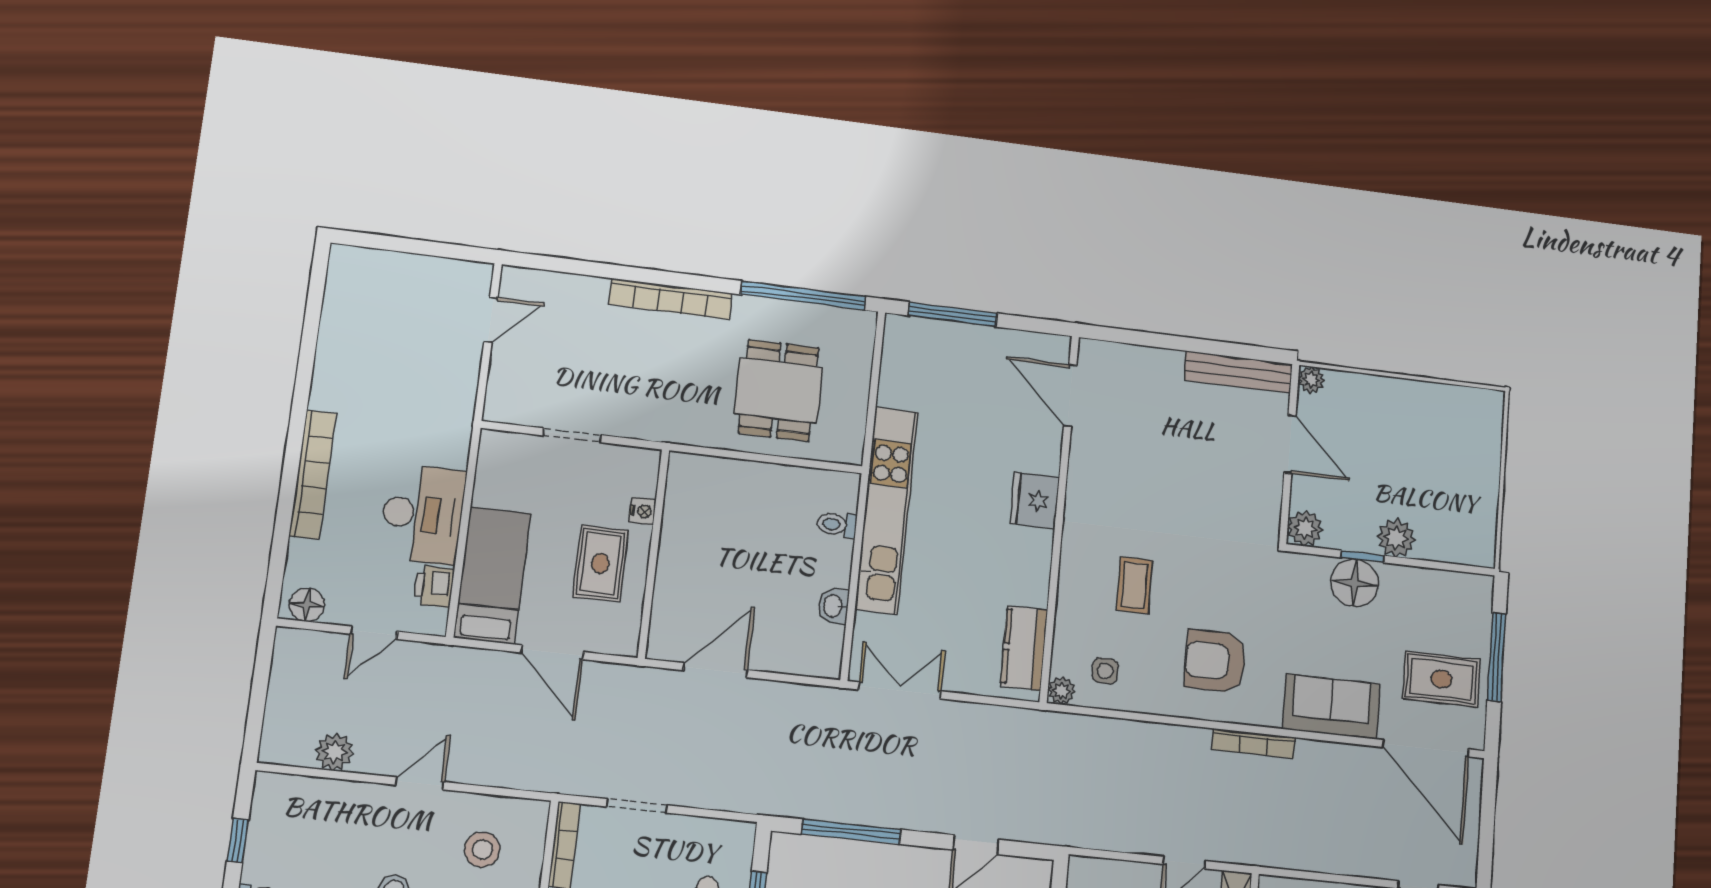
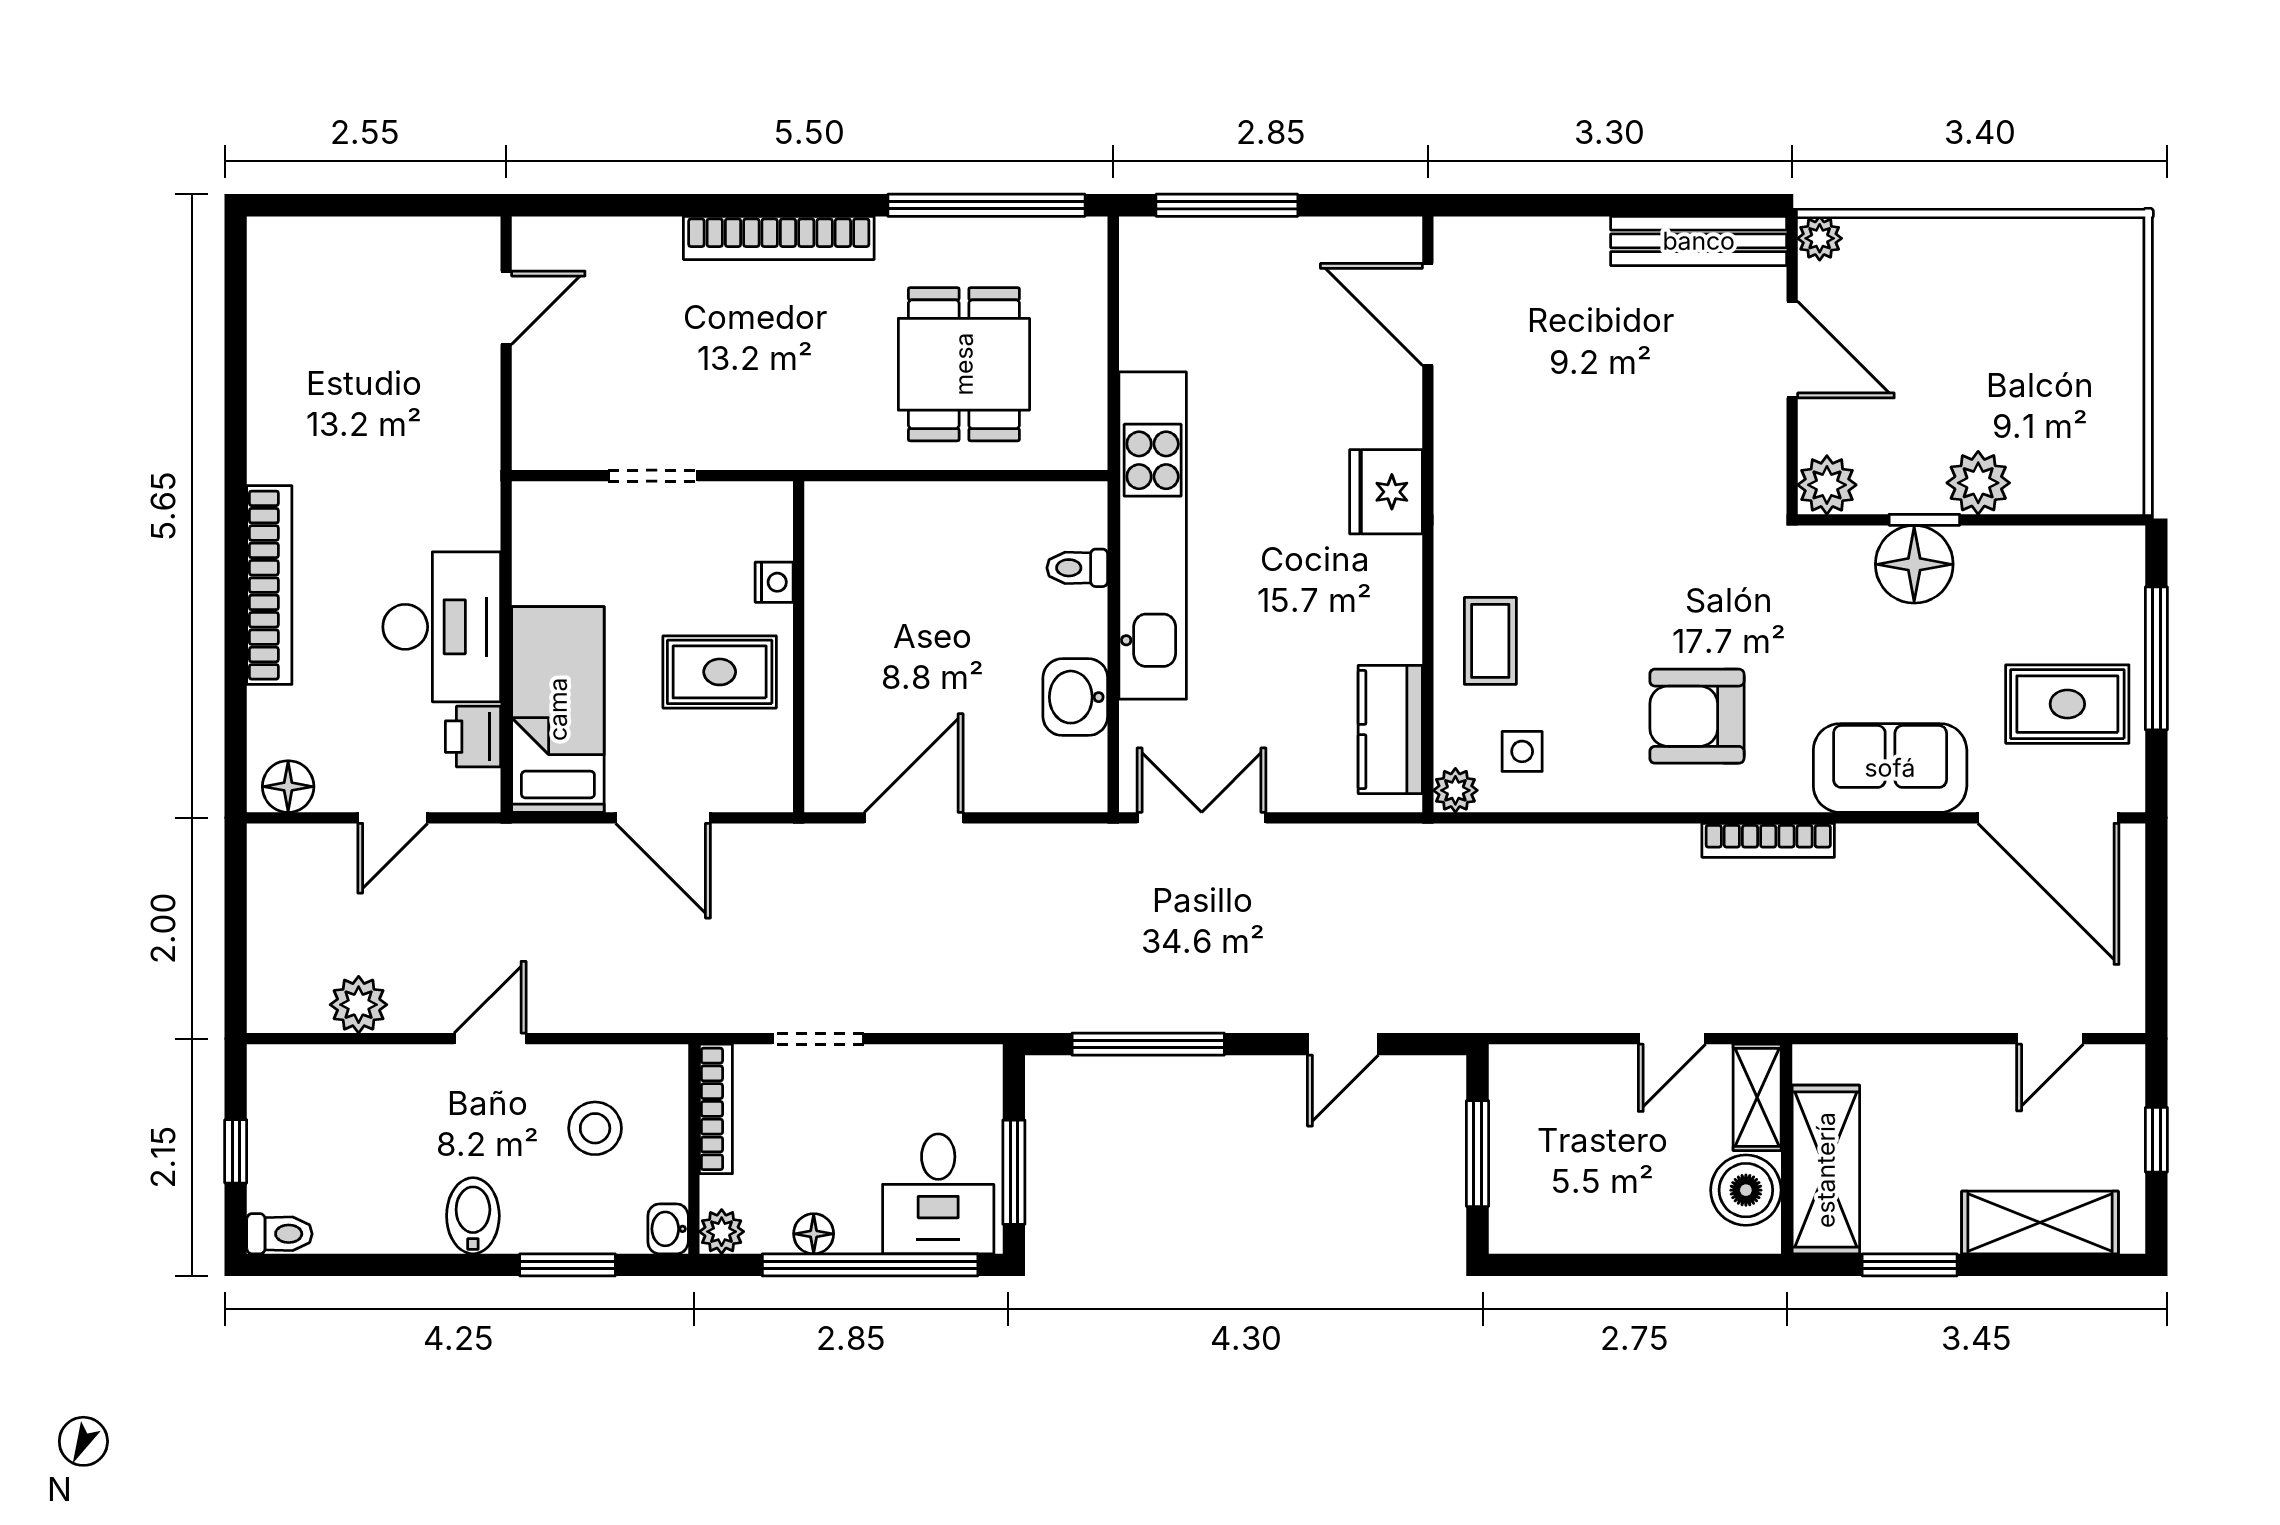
rug: (600, 563) -> (720, 672), turned 90
coffee table: (1134, 585) -> (1490, 641), moved
washbasin: (834, 606) -> (1075, 697), width x1.38, depth x1.45

